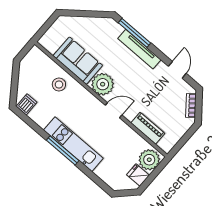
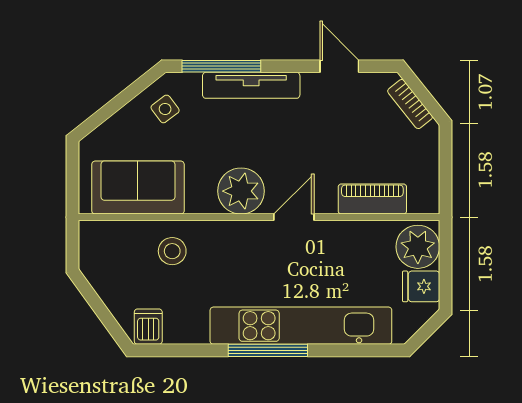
side table: (101, 31) -> (165, 109), added
sofa: (78, 61) -> (138, 188), moved
kitchen unit: (73, 144) -> (301, 326), width x1.36

